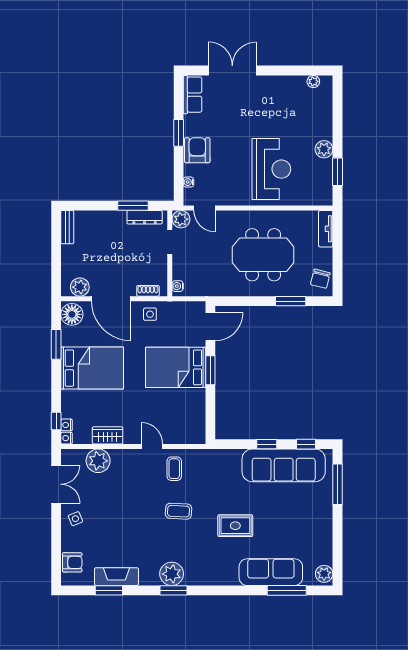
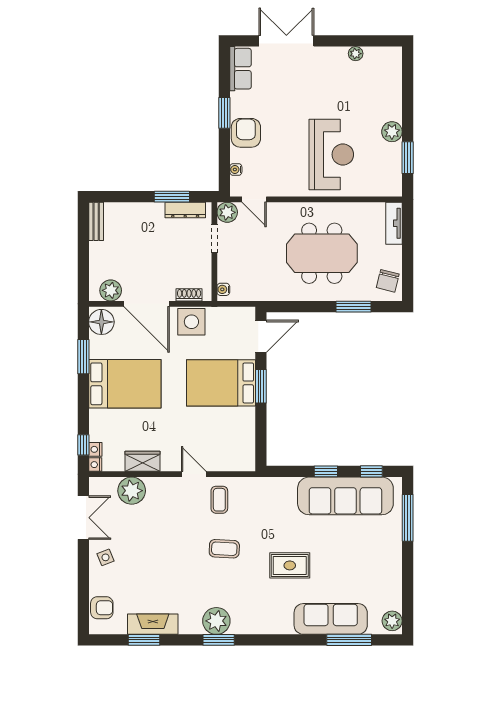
plant: (313, 81) -> (356, 54), moved
side table: (150, 314) -> (191, 322), width x1.87, depth x1.87

